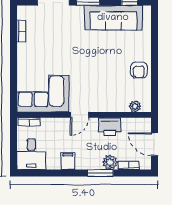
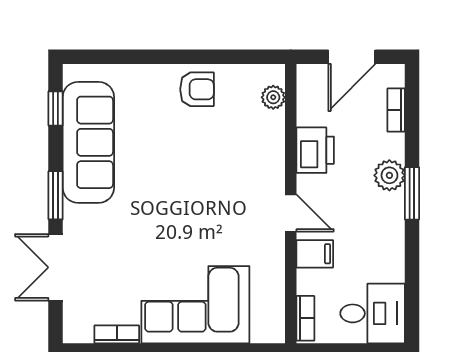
corner sofa: (43, 94) -> (195, 305), moved, turned 90
filing cabinet: (68, 161) -> (315, 254), moved, turned 180
plant: (110, 162) -> (389, 175), moved
window: (101, 173) -> (412, 193), moved

